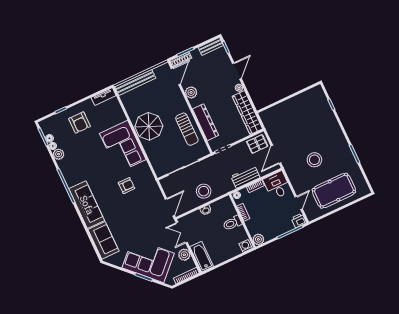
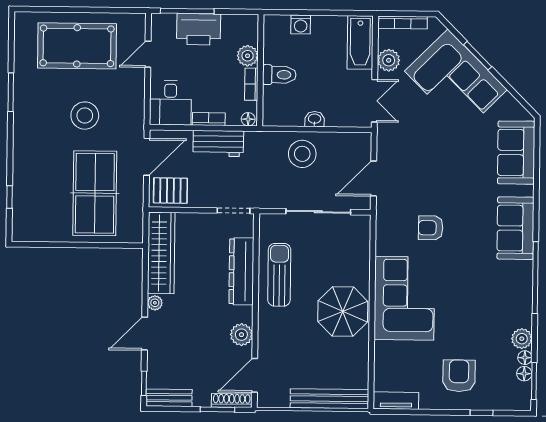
table tennis table: (292, 126) -> (95, 193), added
sofa: (87, 205) -> (515, 228), width x0.73
door: (170, 207) -> (374, 179), moved
printer: (299, 220) -> (199, 29), moved, width x1.87, depth x1.48
plant: (258, 239) -> (248, 56), moved
washing machine: (246, 246) -> (301, 24), moved

